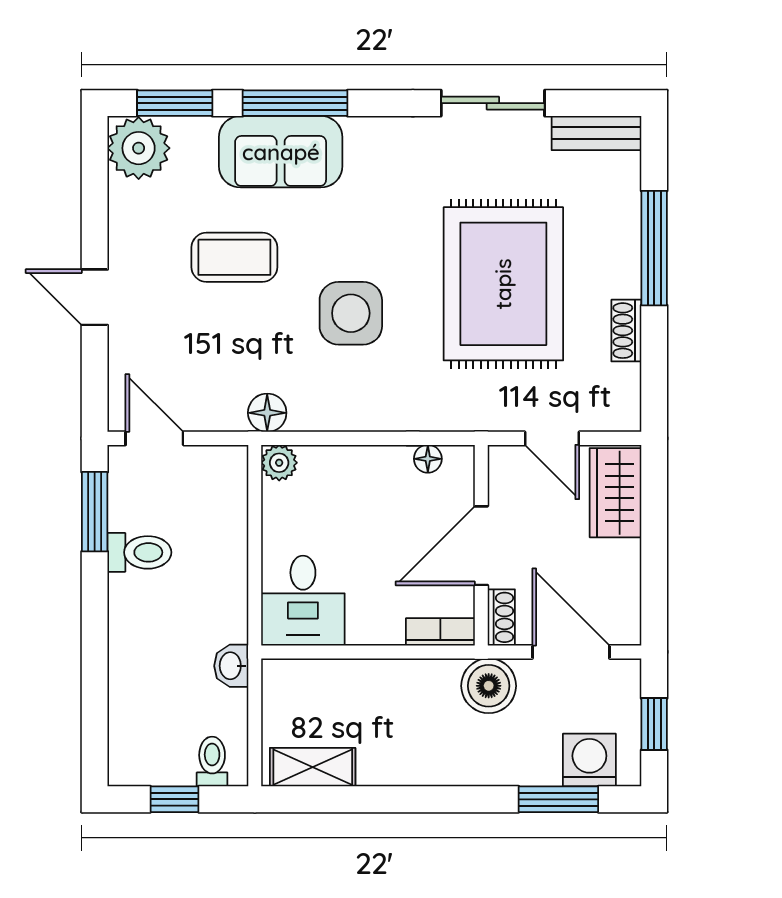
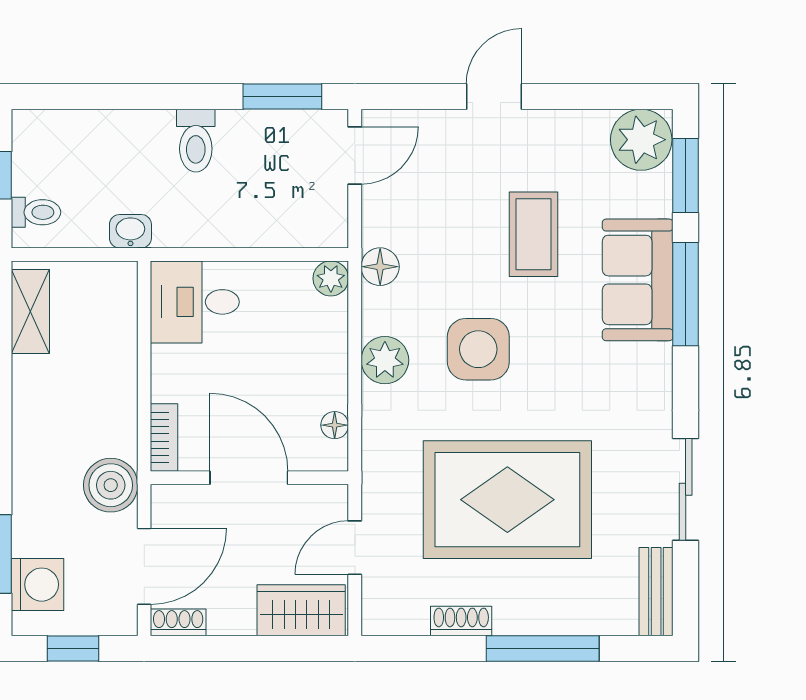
plant: (362, 408) -> (385, 360), added
toilet: (139, 552) -> (196, 141), moved
shoe rack: (501, 617) -> (178, 622), moved, turned 180

